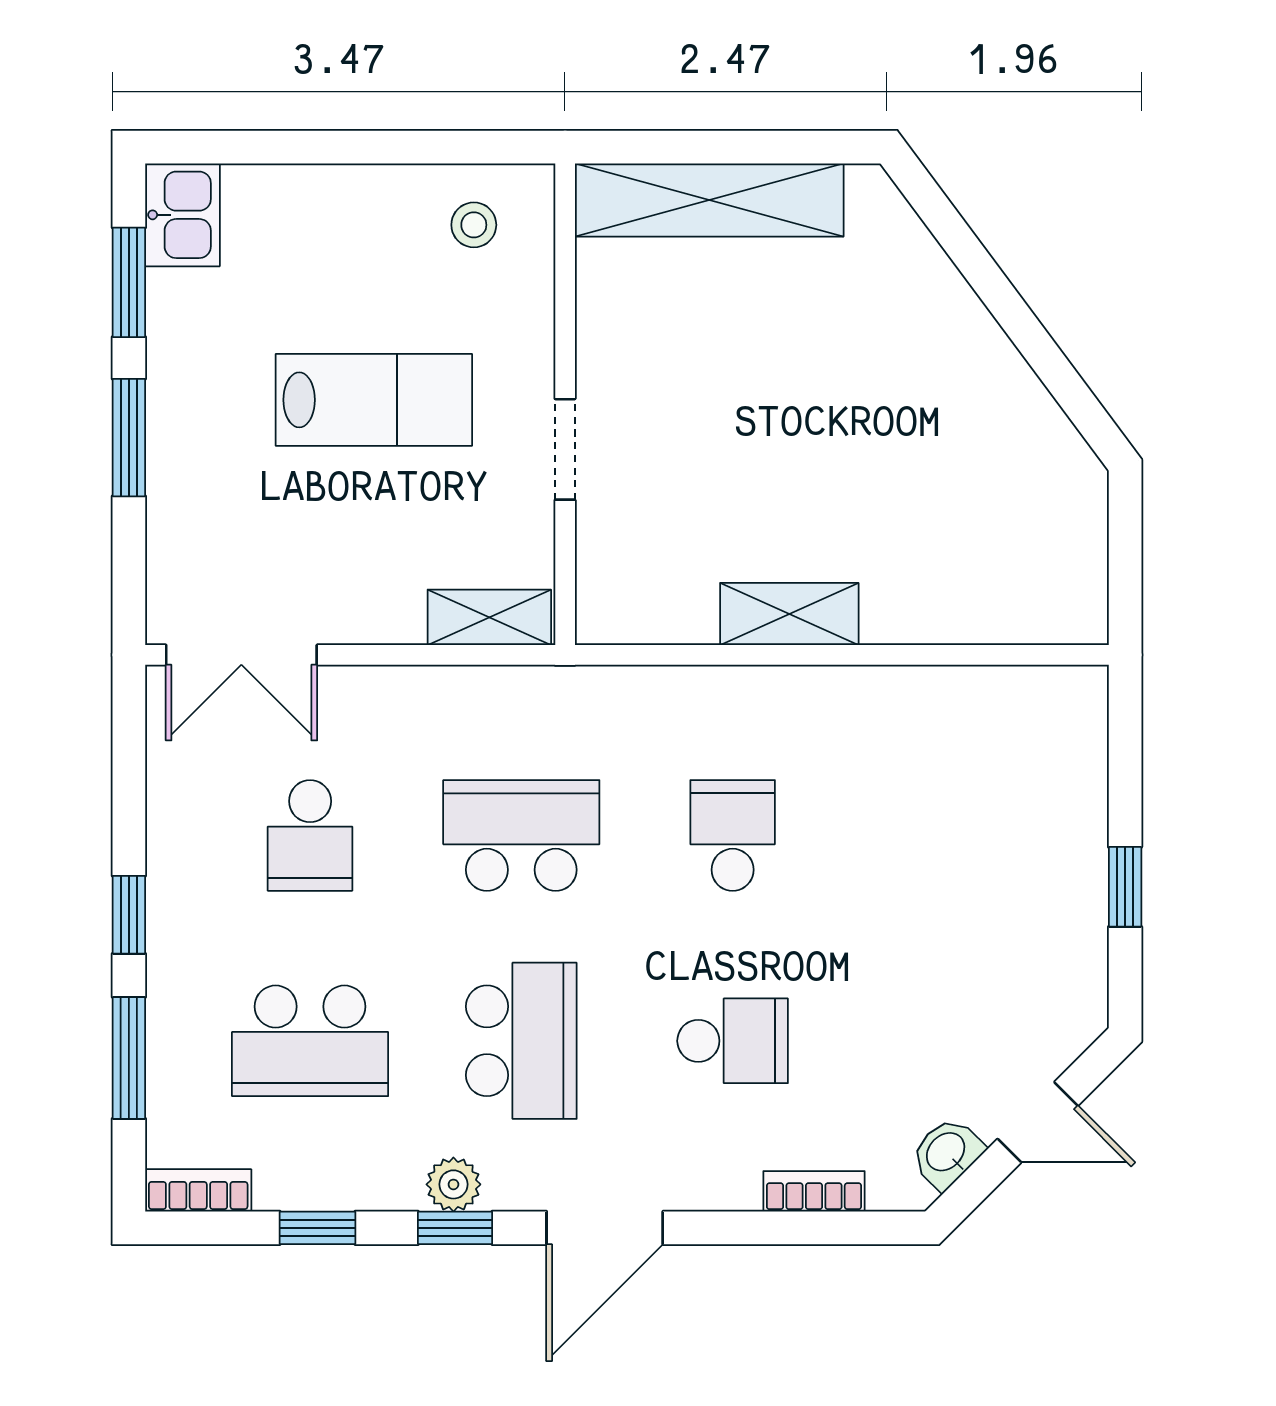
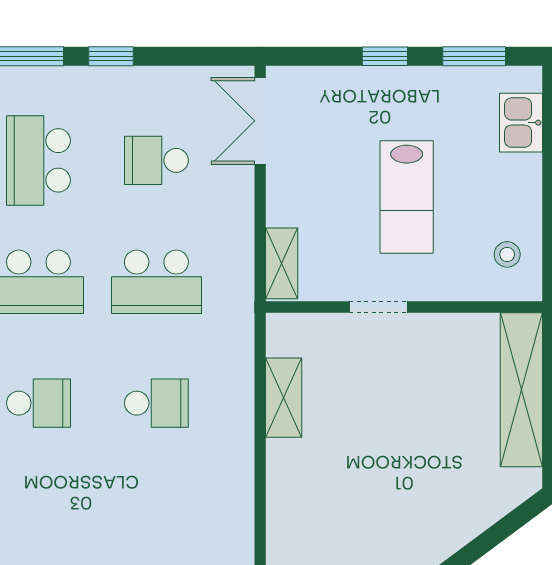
kitchen sink: (182, 215) -> (521, 123), moved, turned 90
window: (129, 438) -> (385, 56), width x0.67
shelving: (789, 614) -> (284, 398), moved
school desk: (521, 835) -> (156, 282), turned 90
school desk: (733, 1041) -> (38, 403), turned -90

